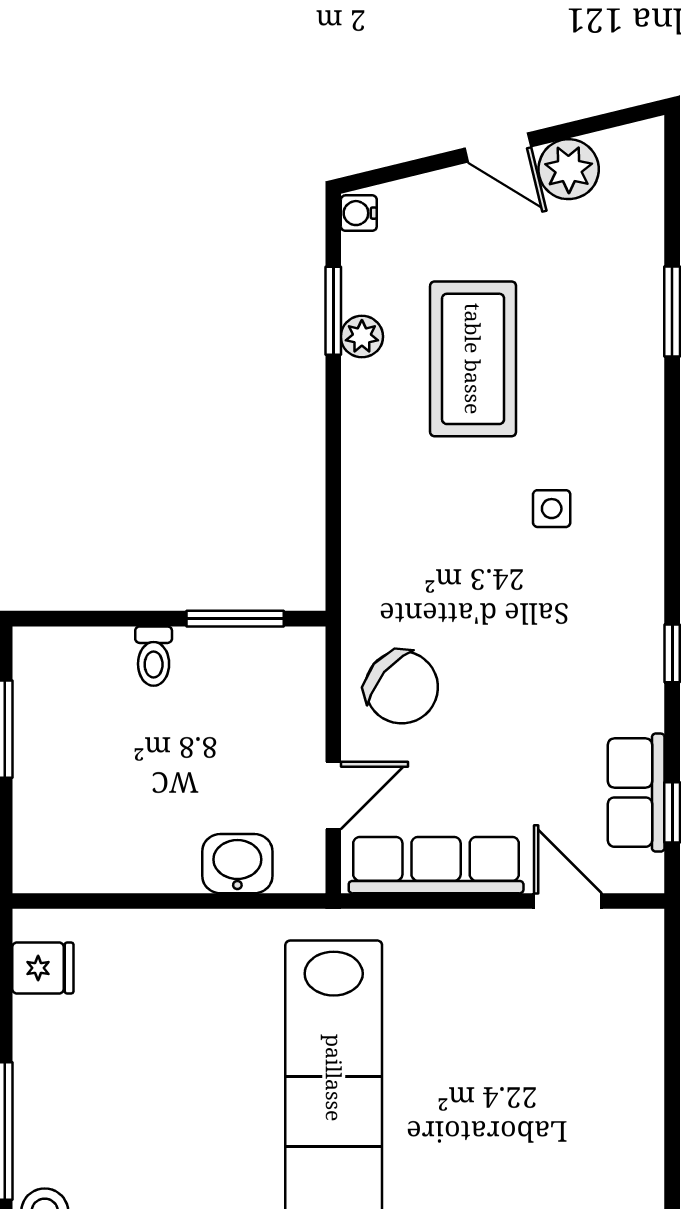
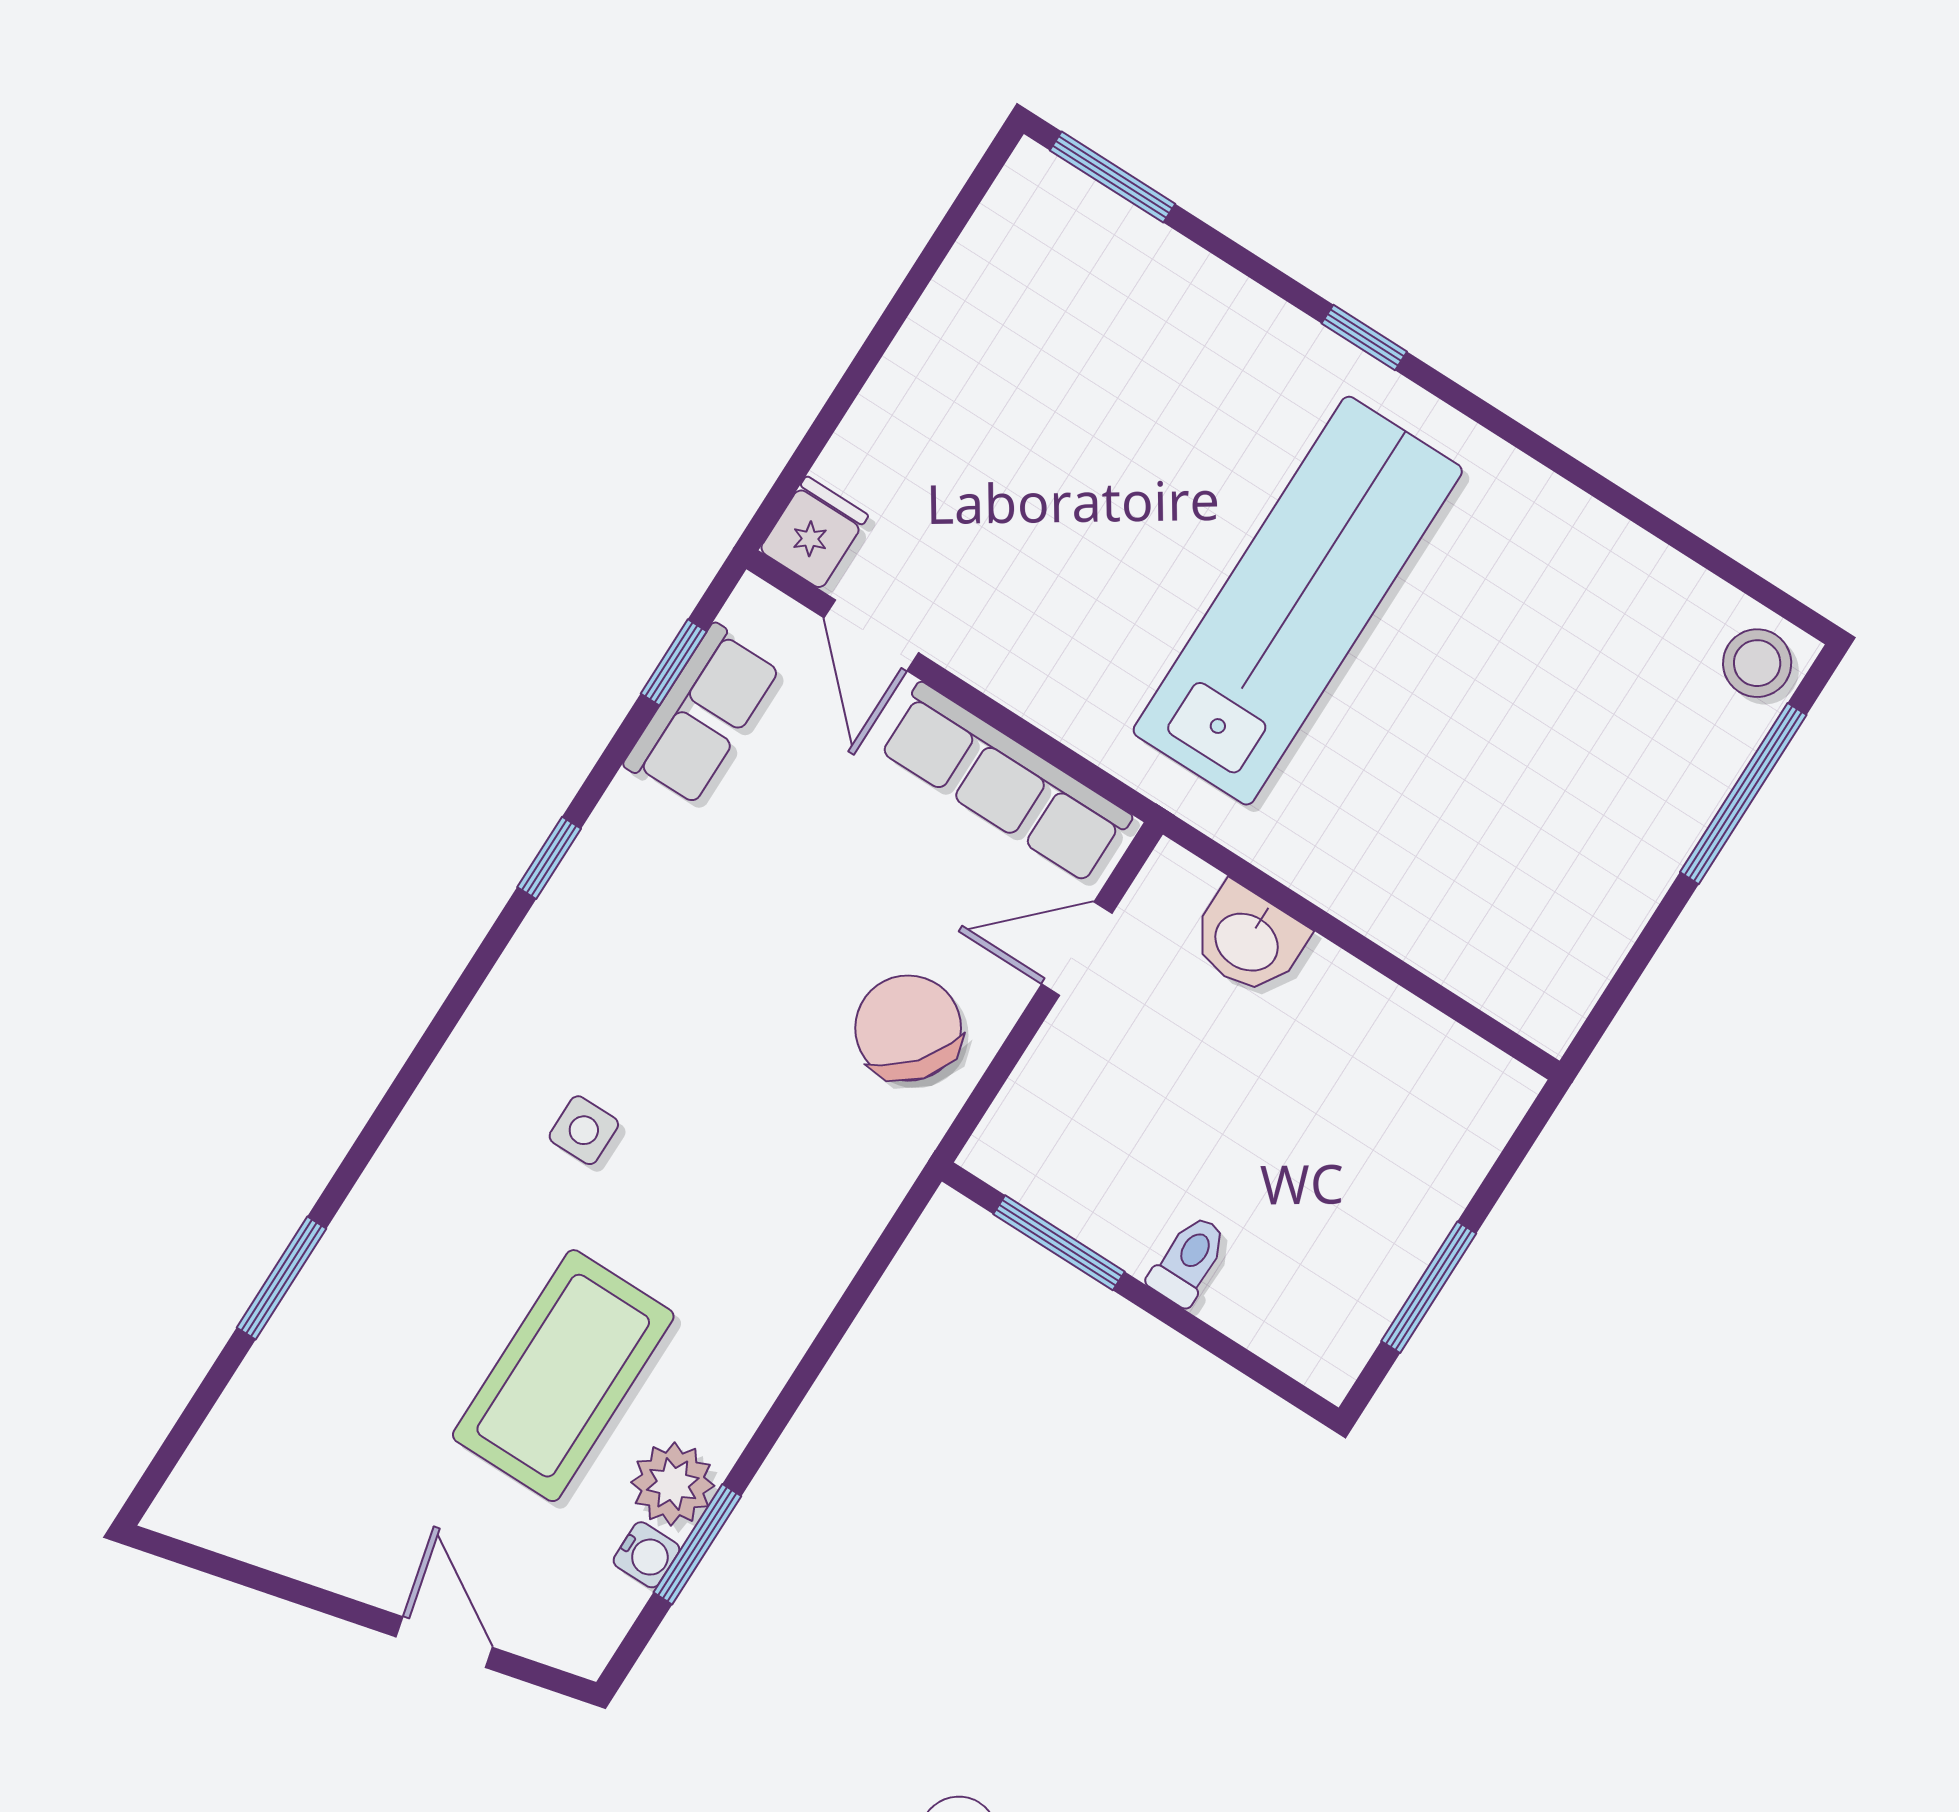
door: (498, 148) -> (444, 1642), moved
plant: (569, 169) -> (297, 1534), removed
water cooler: (359, 213) -> (646, 1555), moved
plant: (362, 337) -> (673, 1484), width x1.38, depth x1.38
fridge: (43, 968) -> (814, 533), moved, turned 90

